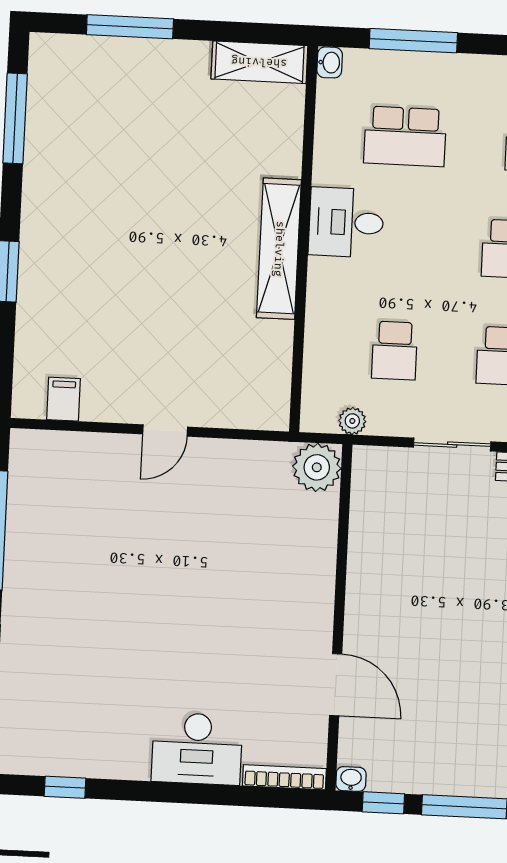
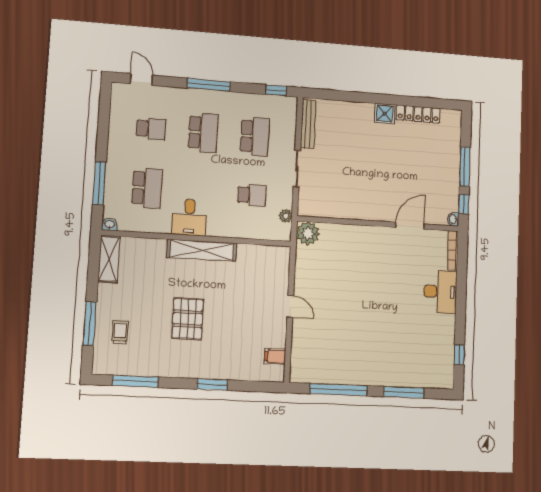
trolley: (112, 87) -> (120, 332), added
pallet: (140, 221) -> (188, 319), added

